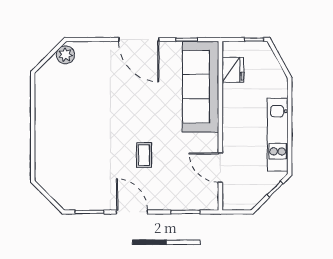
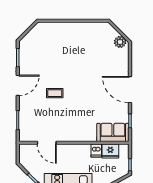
door: (139, 40) -> (130, 90), hinge flipped
sofa: (201, 87) -> (113, 132), width x0.54, depth x0.79
dishwasher: (232, 92) -> (96, 151), added
door: (220, 168) -> (47, 143), swing flipped

